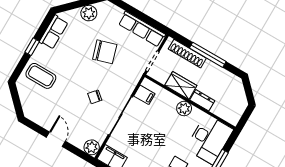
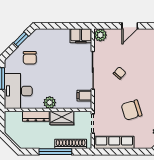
dresser: (202, 100) -> (36, 116), width x1.44
door: (56, 139) -> (130, 26), hinge flipped

